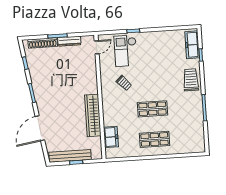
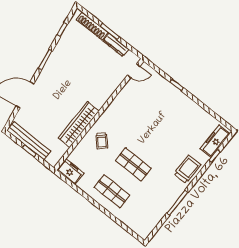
checkout: (126, 51) -> (155, 96), removed
trolley: (124, 83) -> (102, 141), moved
freezer: (111, 137) -> (70, 172), moved, turned -90

